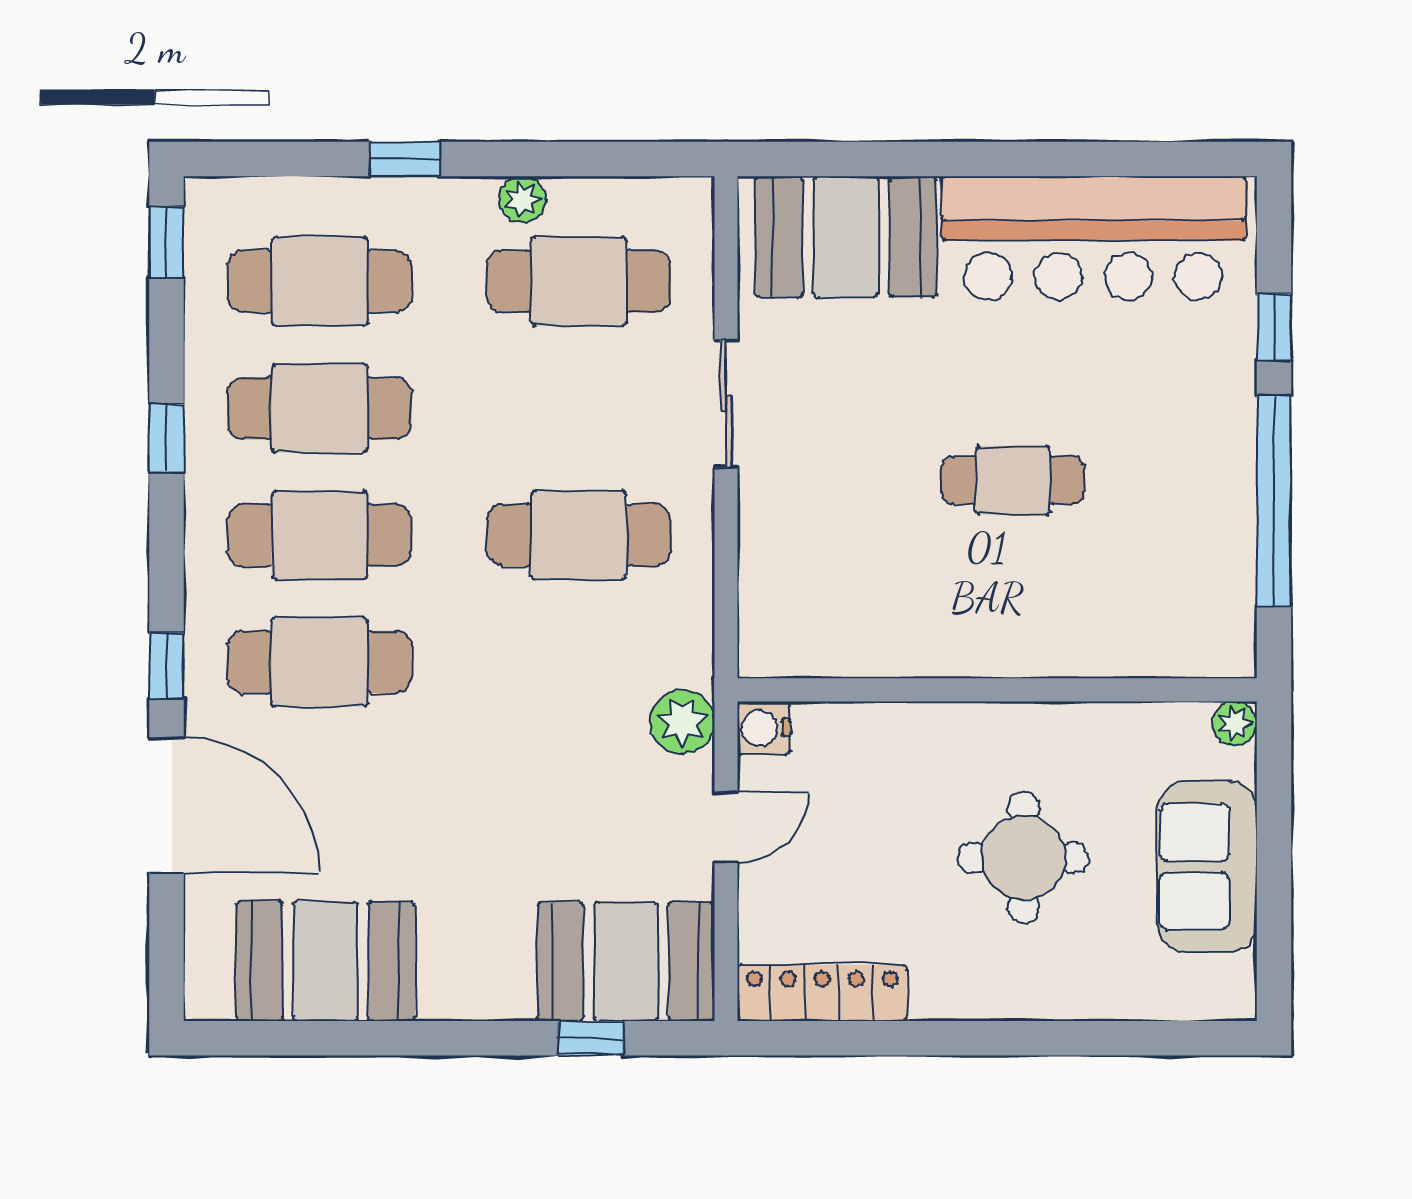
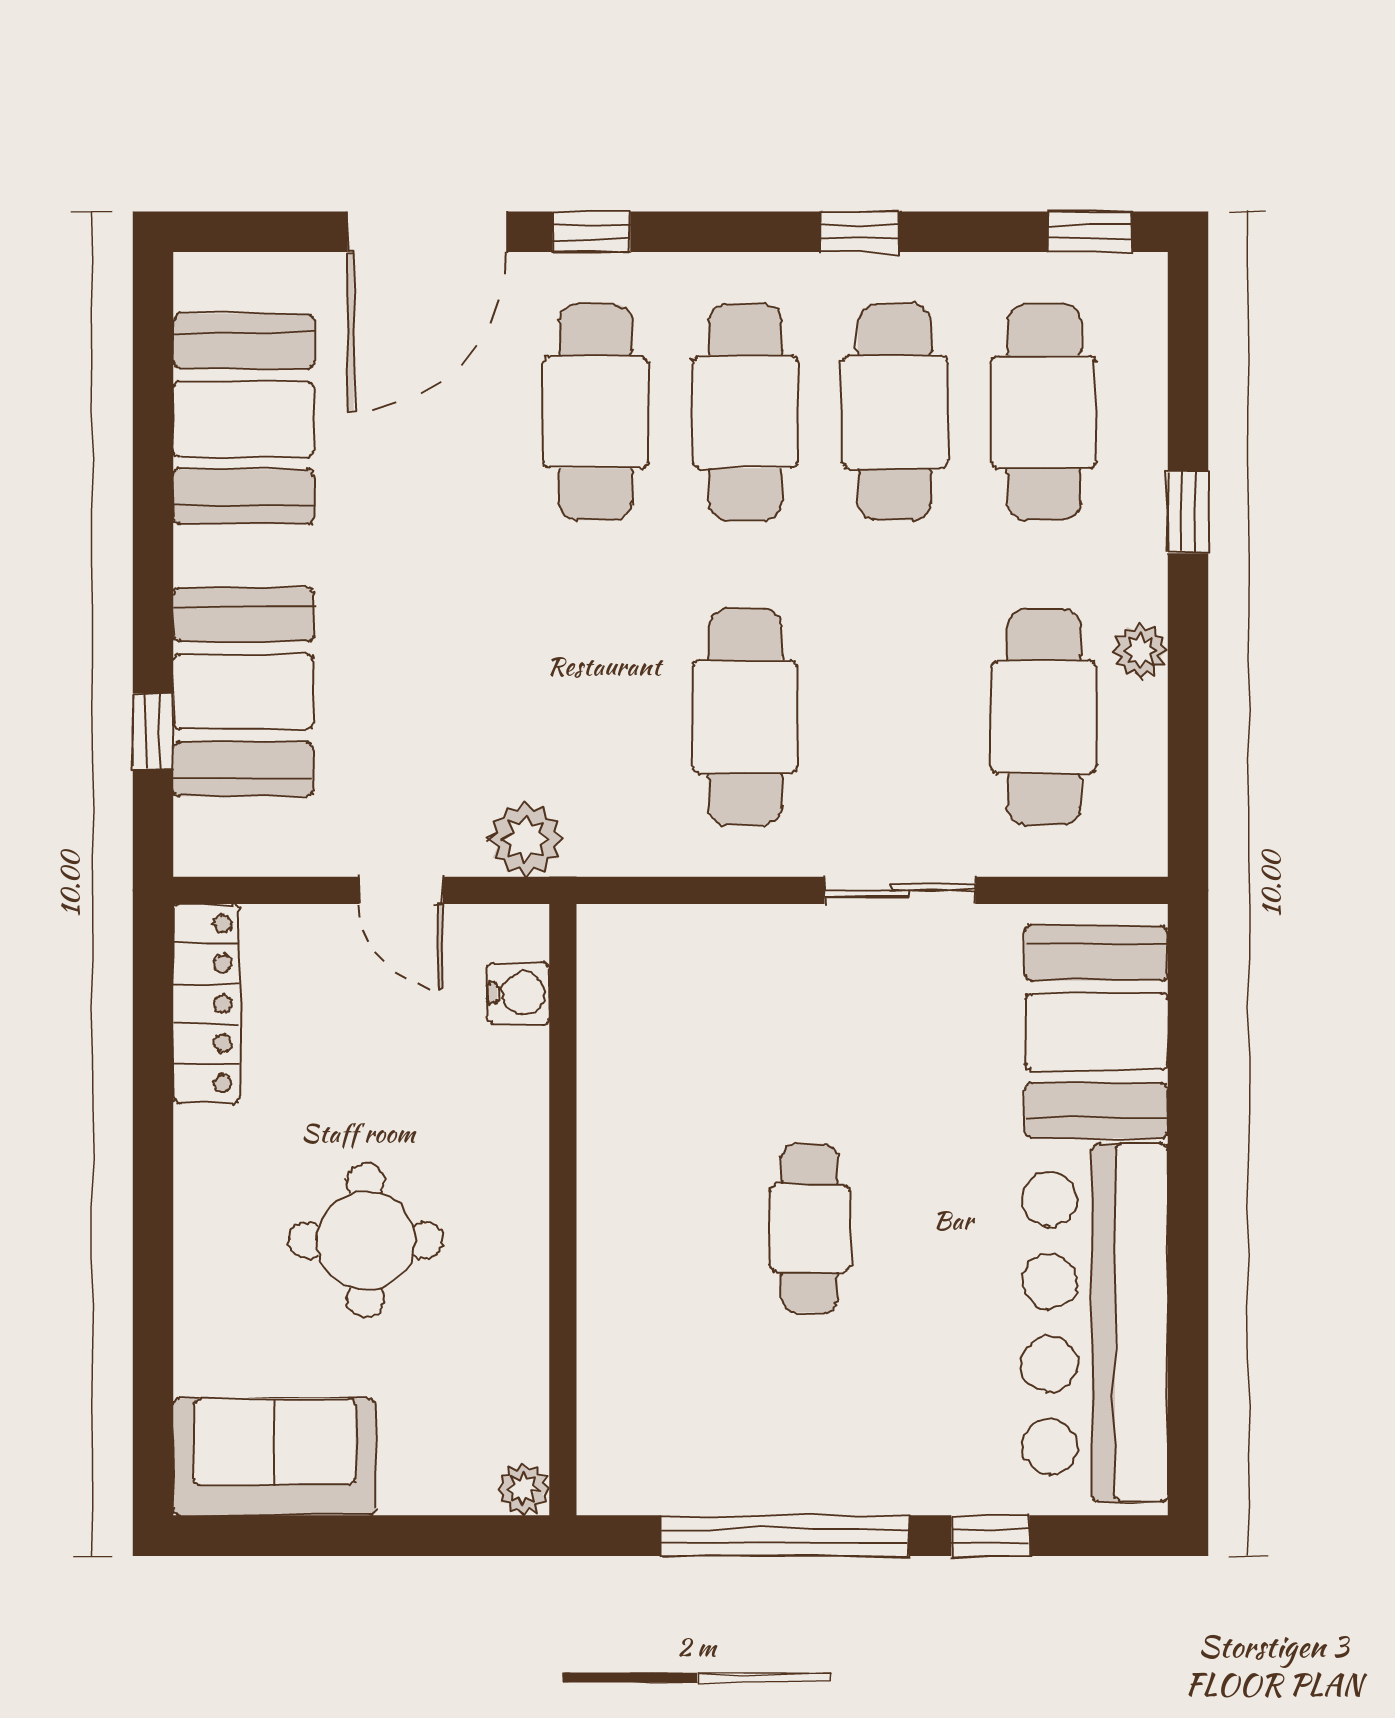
water cooler: (764, 728) -> (518, 993), moved, turned 90
sofa: (1207, 867) -> (274, 1457), moved
booth: (626, 962) -> (243, 692), moved

